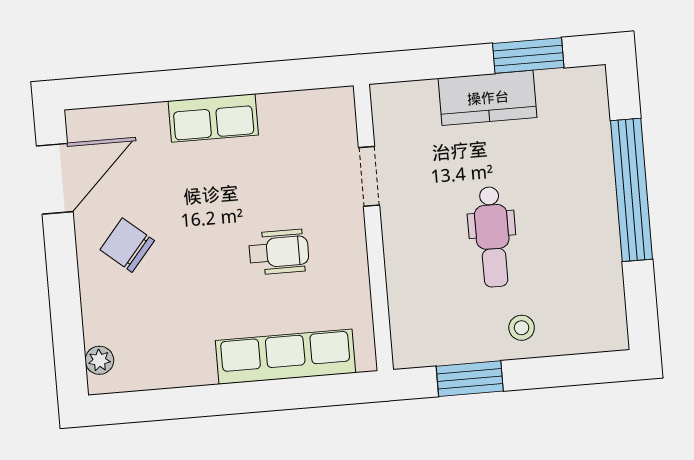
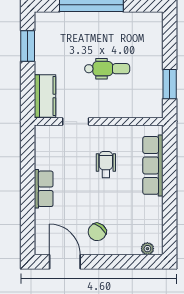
kitchen counter: (488, 98) -> (45, 96), moved
stool: (522, 328) -> (149, 59), removed

